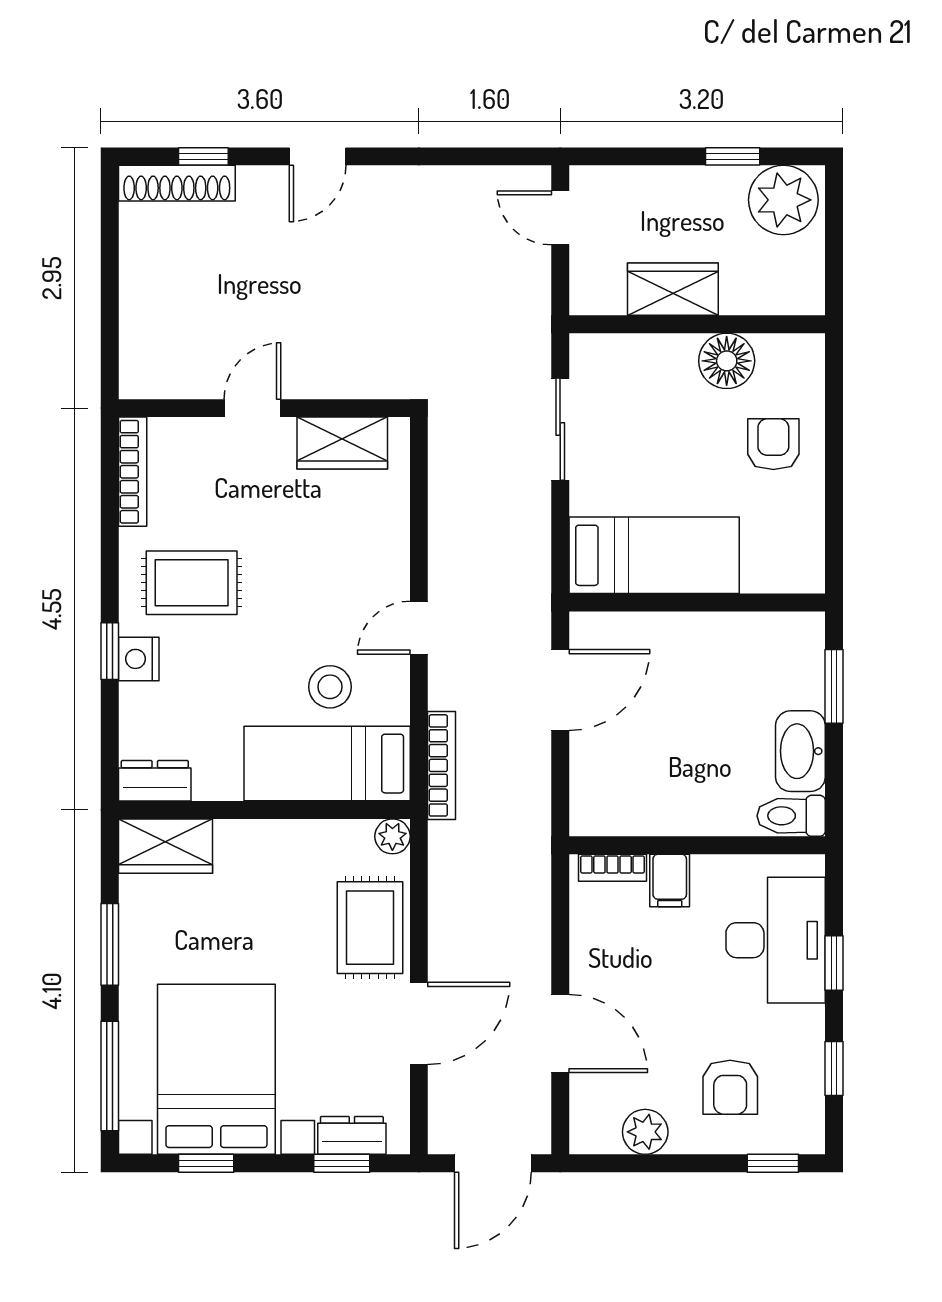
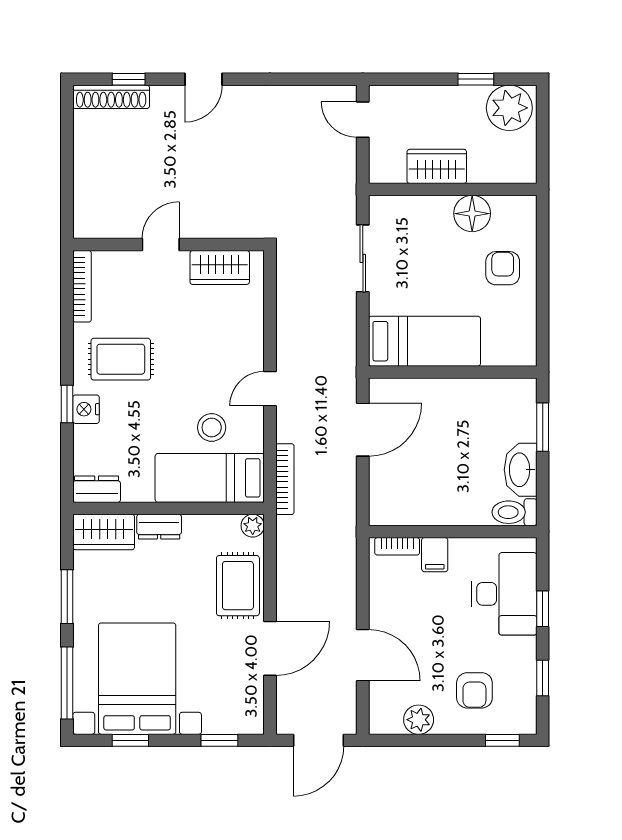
dresser: (352, 1135) -> (159, 527), moved, turned 180

